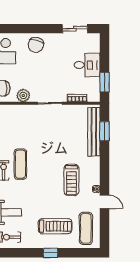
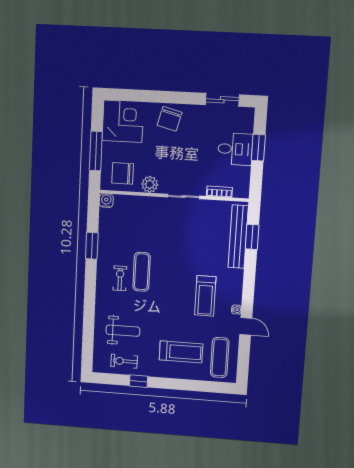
window: (104, 82) -> (258, 148), moved
window: (50, 253) -> (138, 381), moved

